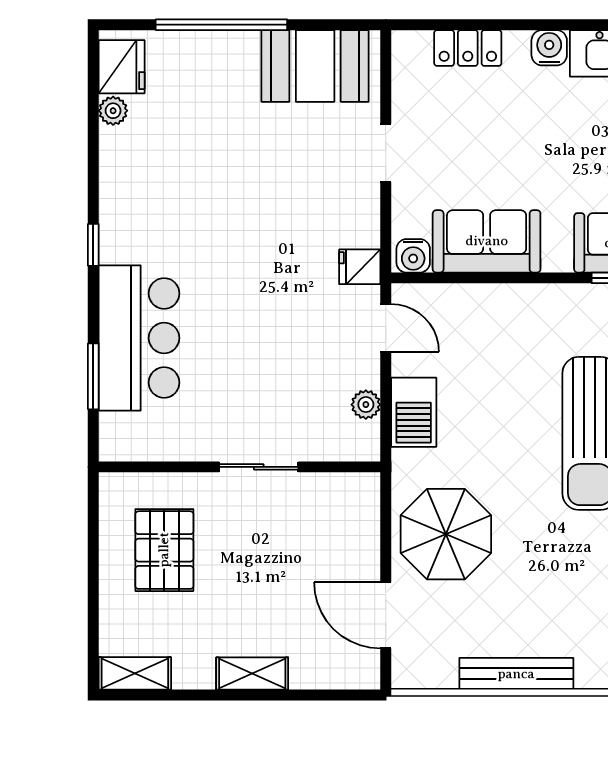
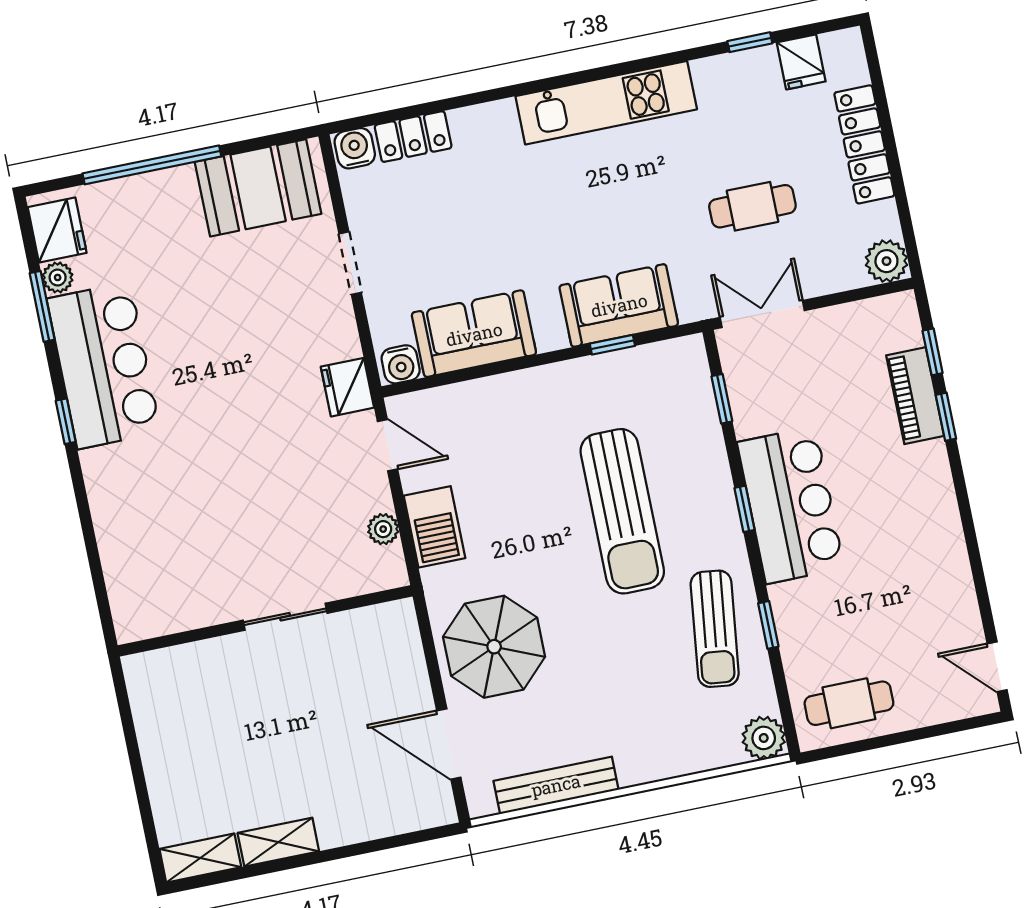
water cooler: (549, 48) -> (355, 148), moved
fridge: (360, 267) -> (347, 387), width x1.38
bar counter: (139, 338) -> (104, 365), moved
window: (93, 376) -> (42, 306), moved
pallet: (164, 550) -> (205, 723), removed
shelving: (252, 674) -> (278, 842), moved
bench: (516, 674) -> (556, 785), moved

